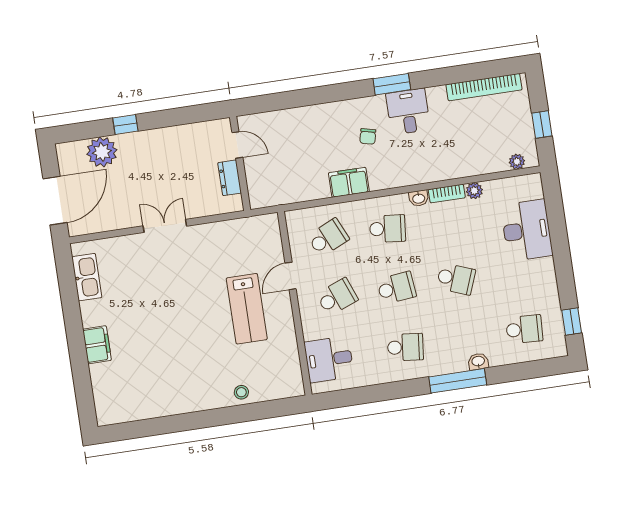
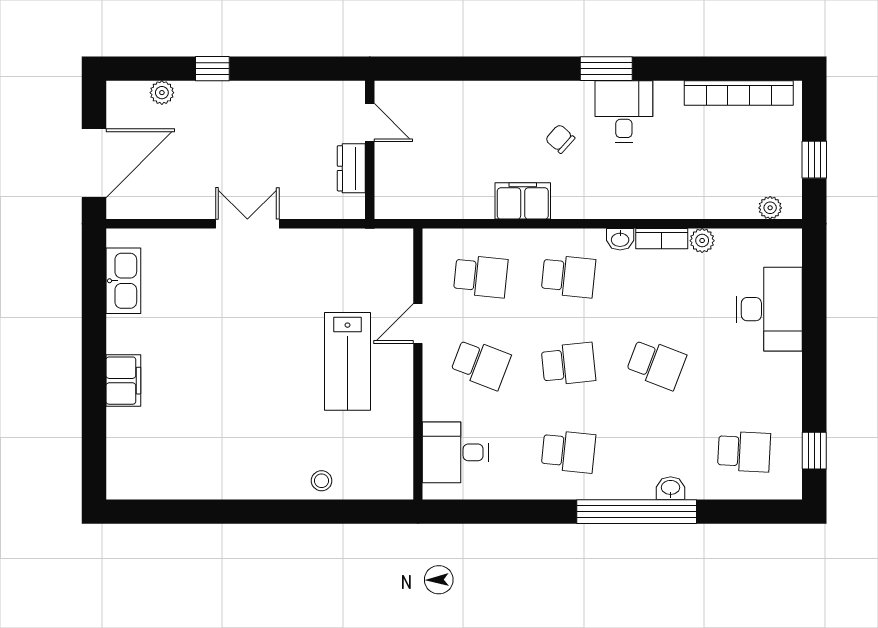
chair: (368, 136) -> (560, 139), turned 119
plant: (102, 152) -> (162, 93), width x0.53, depth x0.53
school desk: (328, 238) -> (481, 276), turned 30
school desk: (337, 297) -> (481, 364), turned 42
window: (458, 381) -> (637, 512), width x1.46

